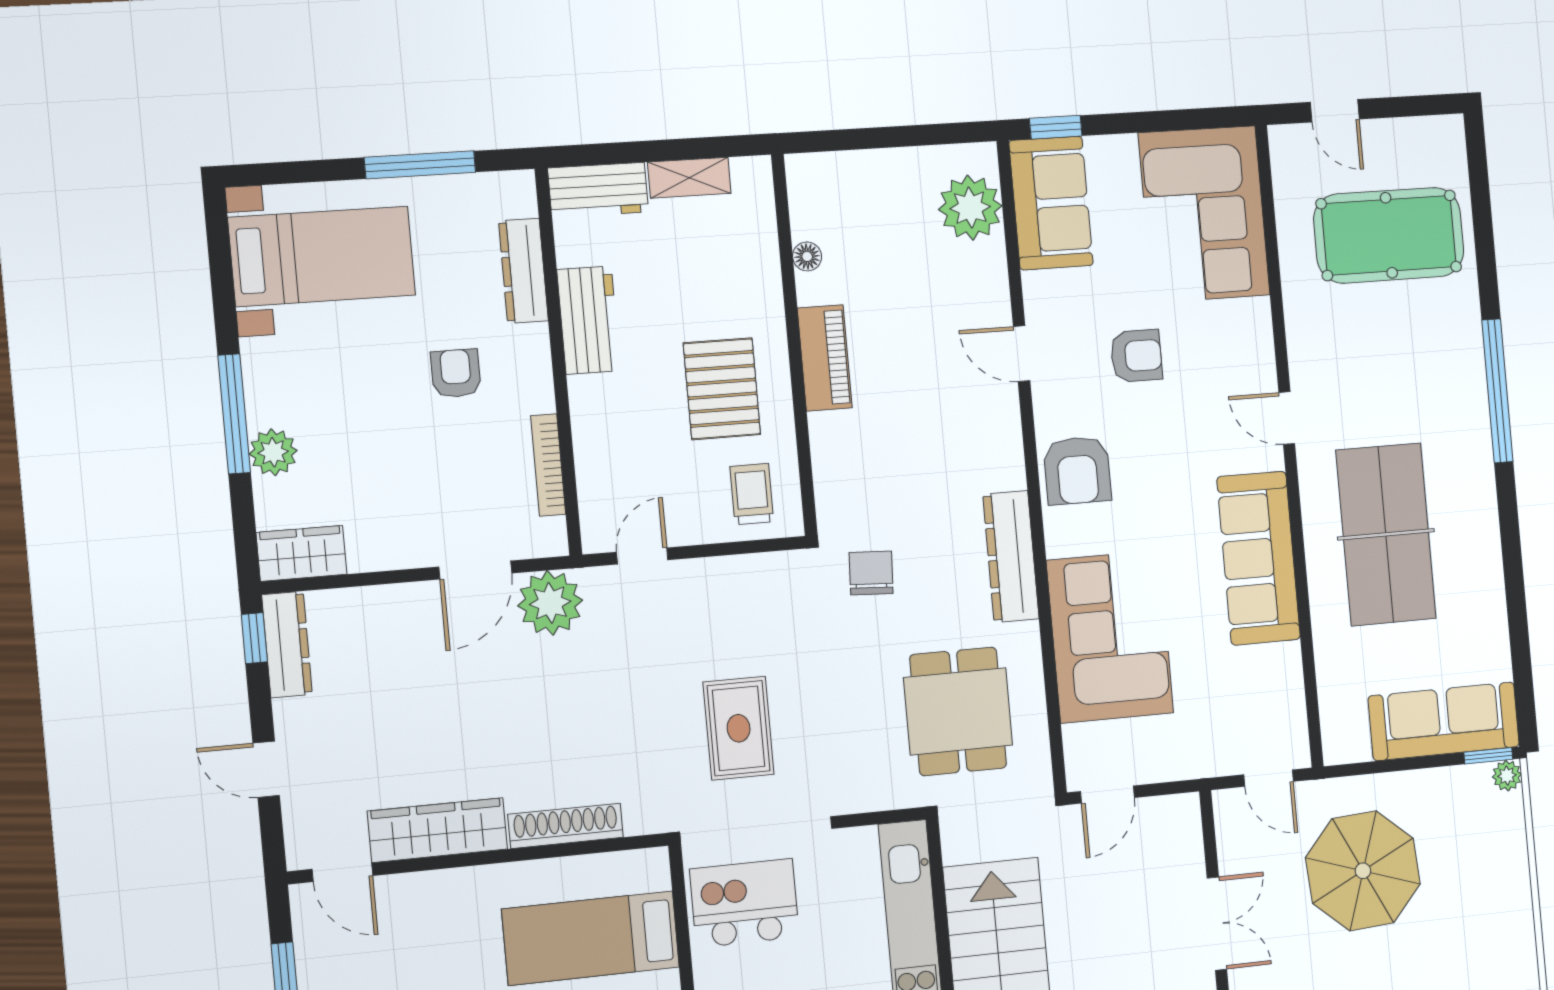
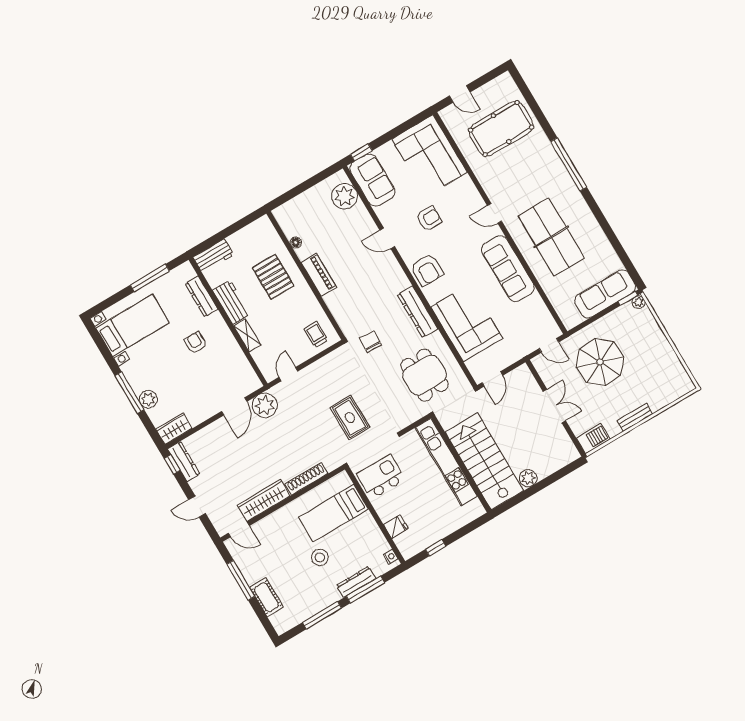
shelving: (689, 178) -> (247, 336), moved, turned 90
pallet: (722, 389) -> (273, 277), moved
bookcase: (548, 465) -> (242, 359), removed

